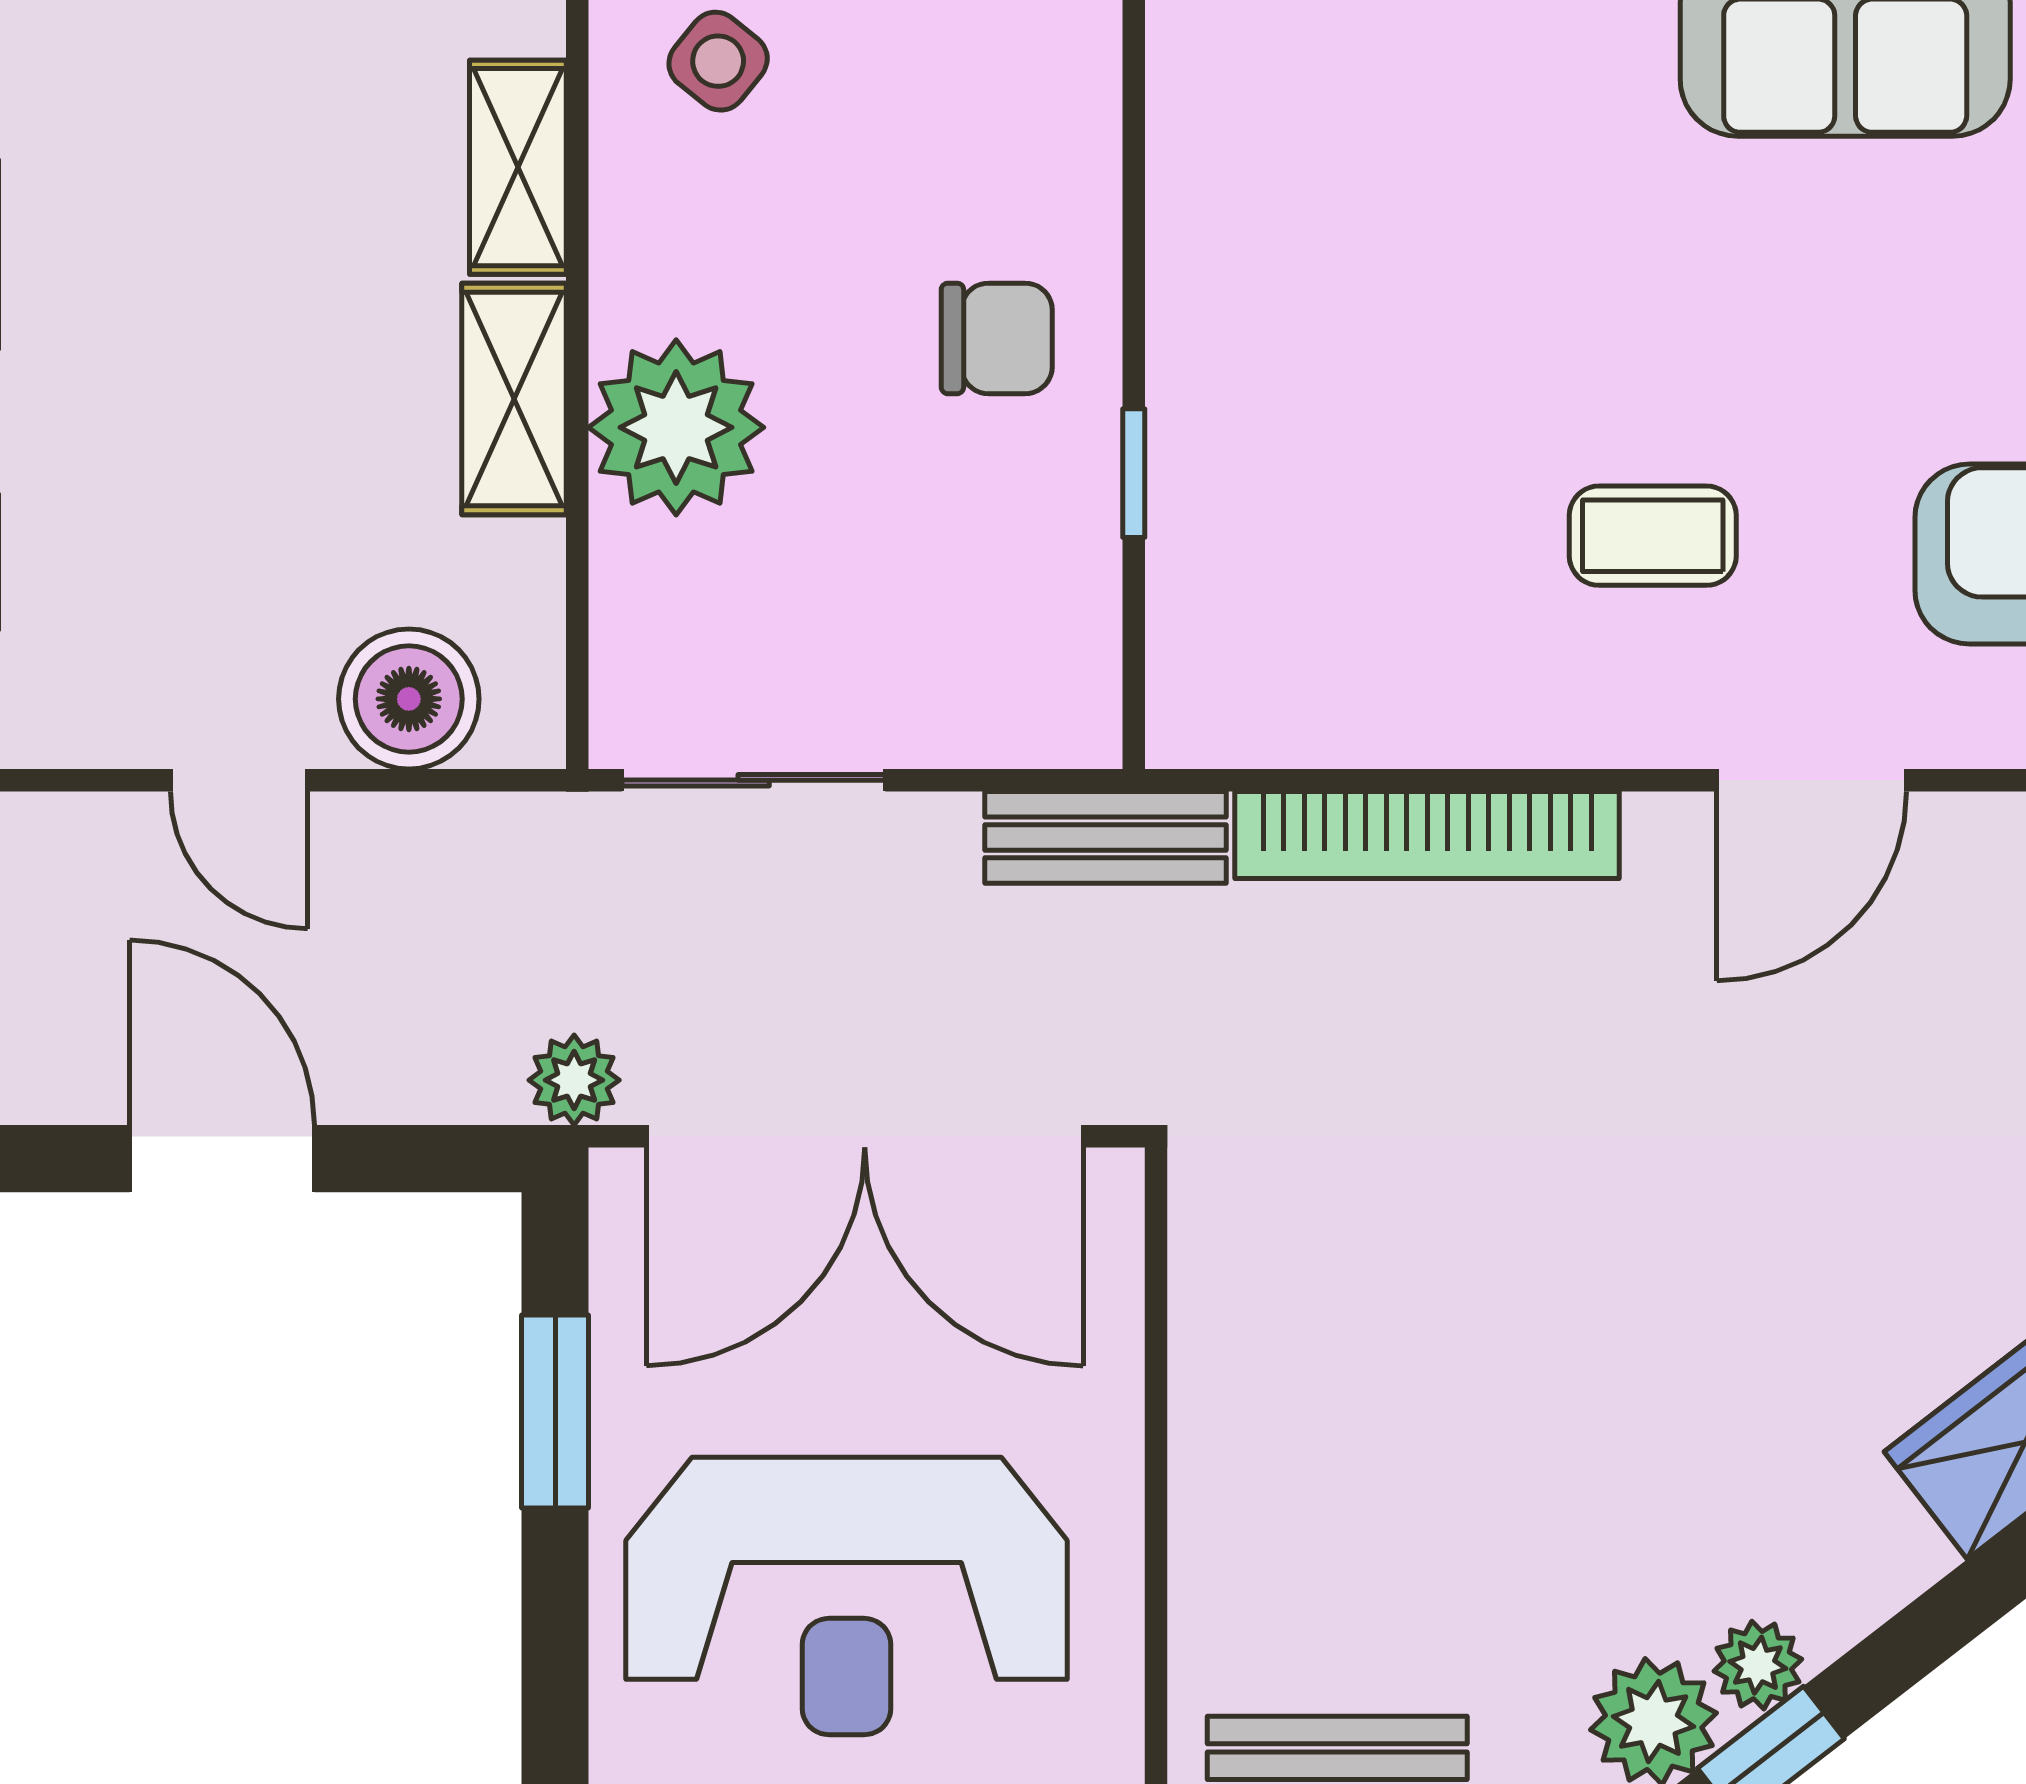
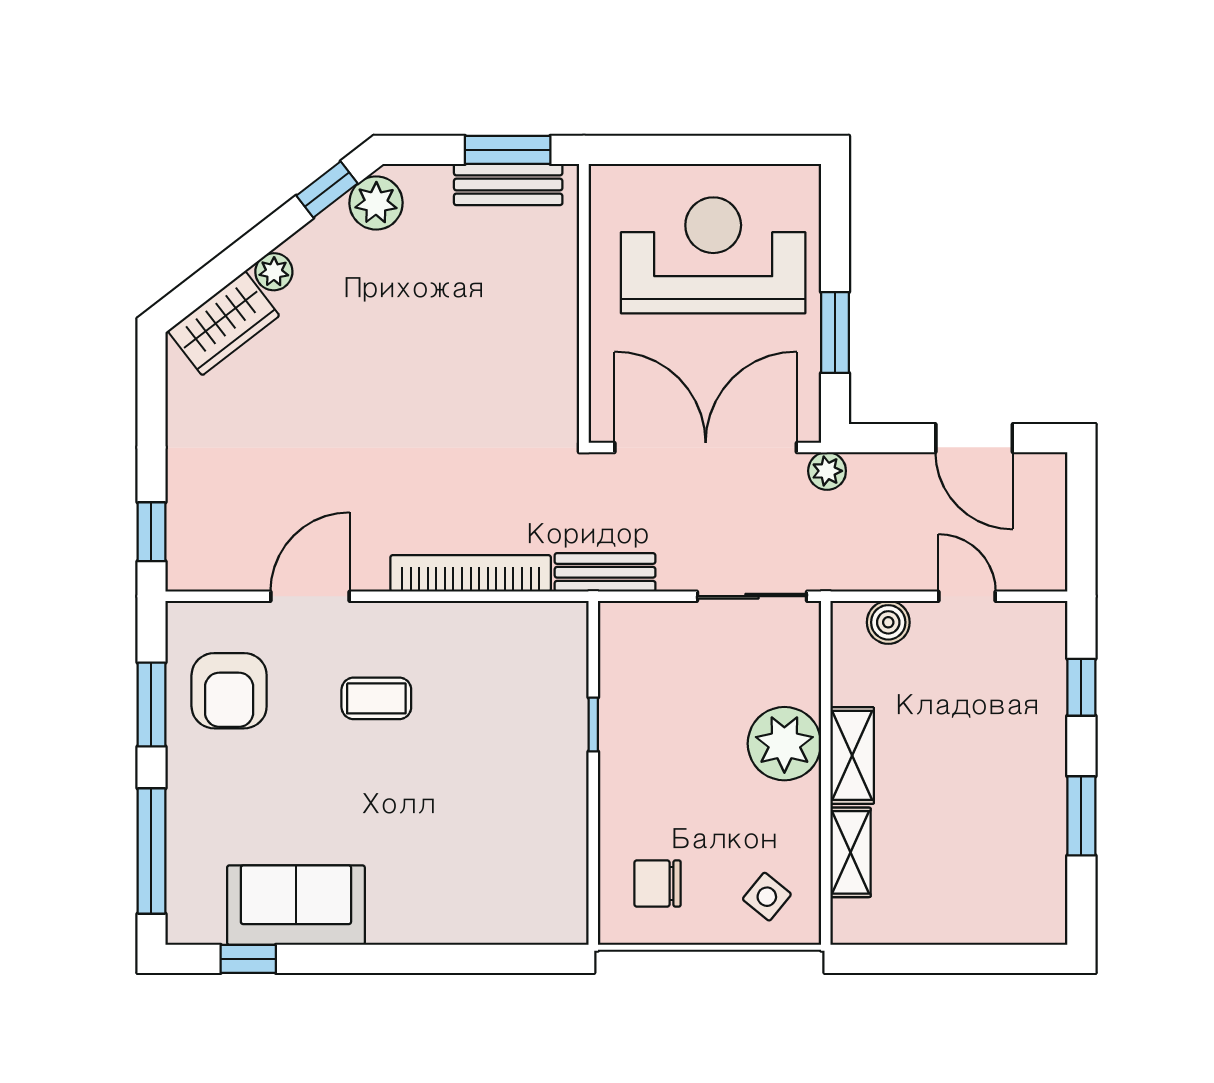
chair: (997, 338) -> (658, 883), moved
boiler: (409, 699) -> (888, 622), width x0.73, depth x0.73
plant: (1758, 1665) -> (274, 272), moved

